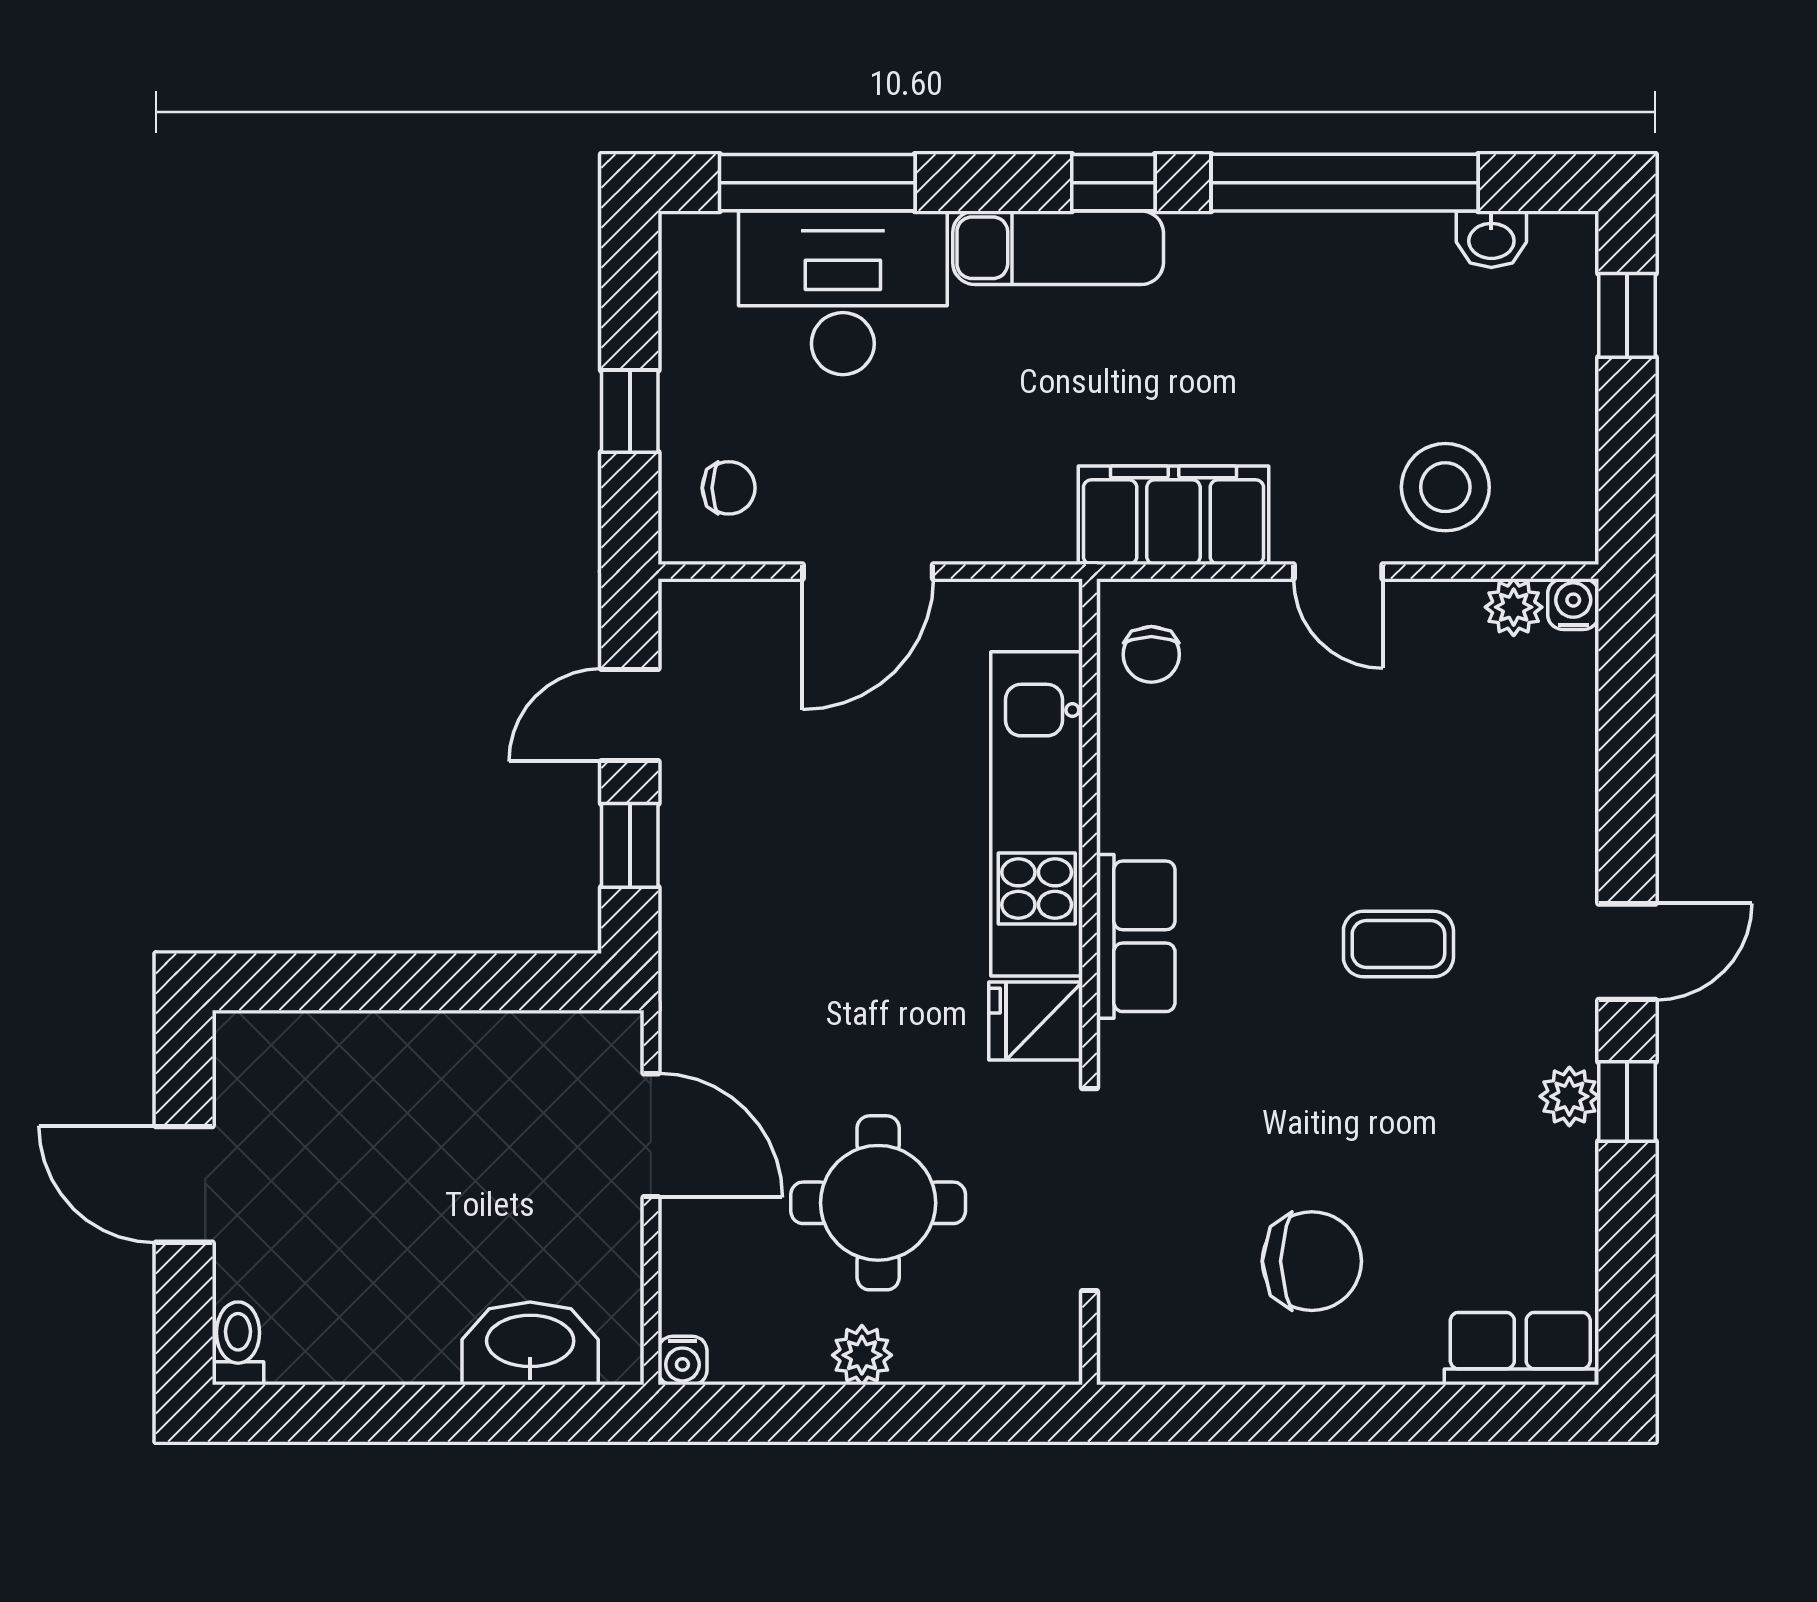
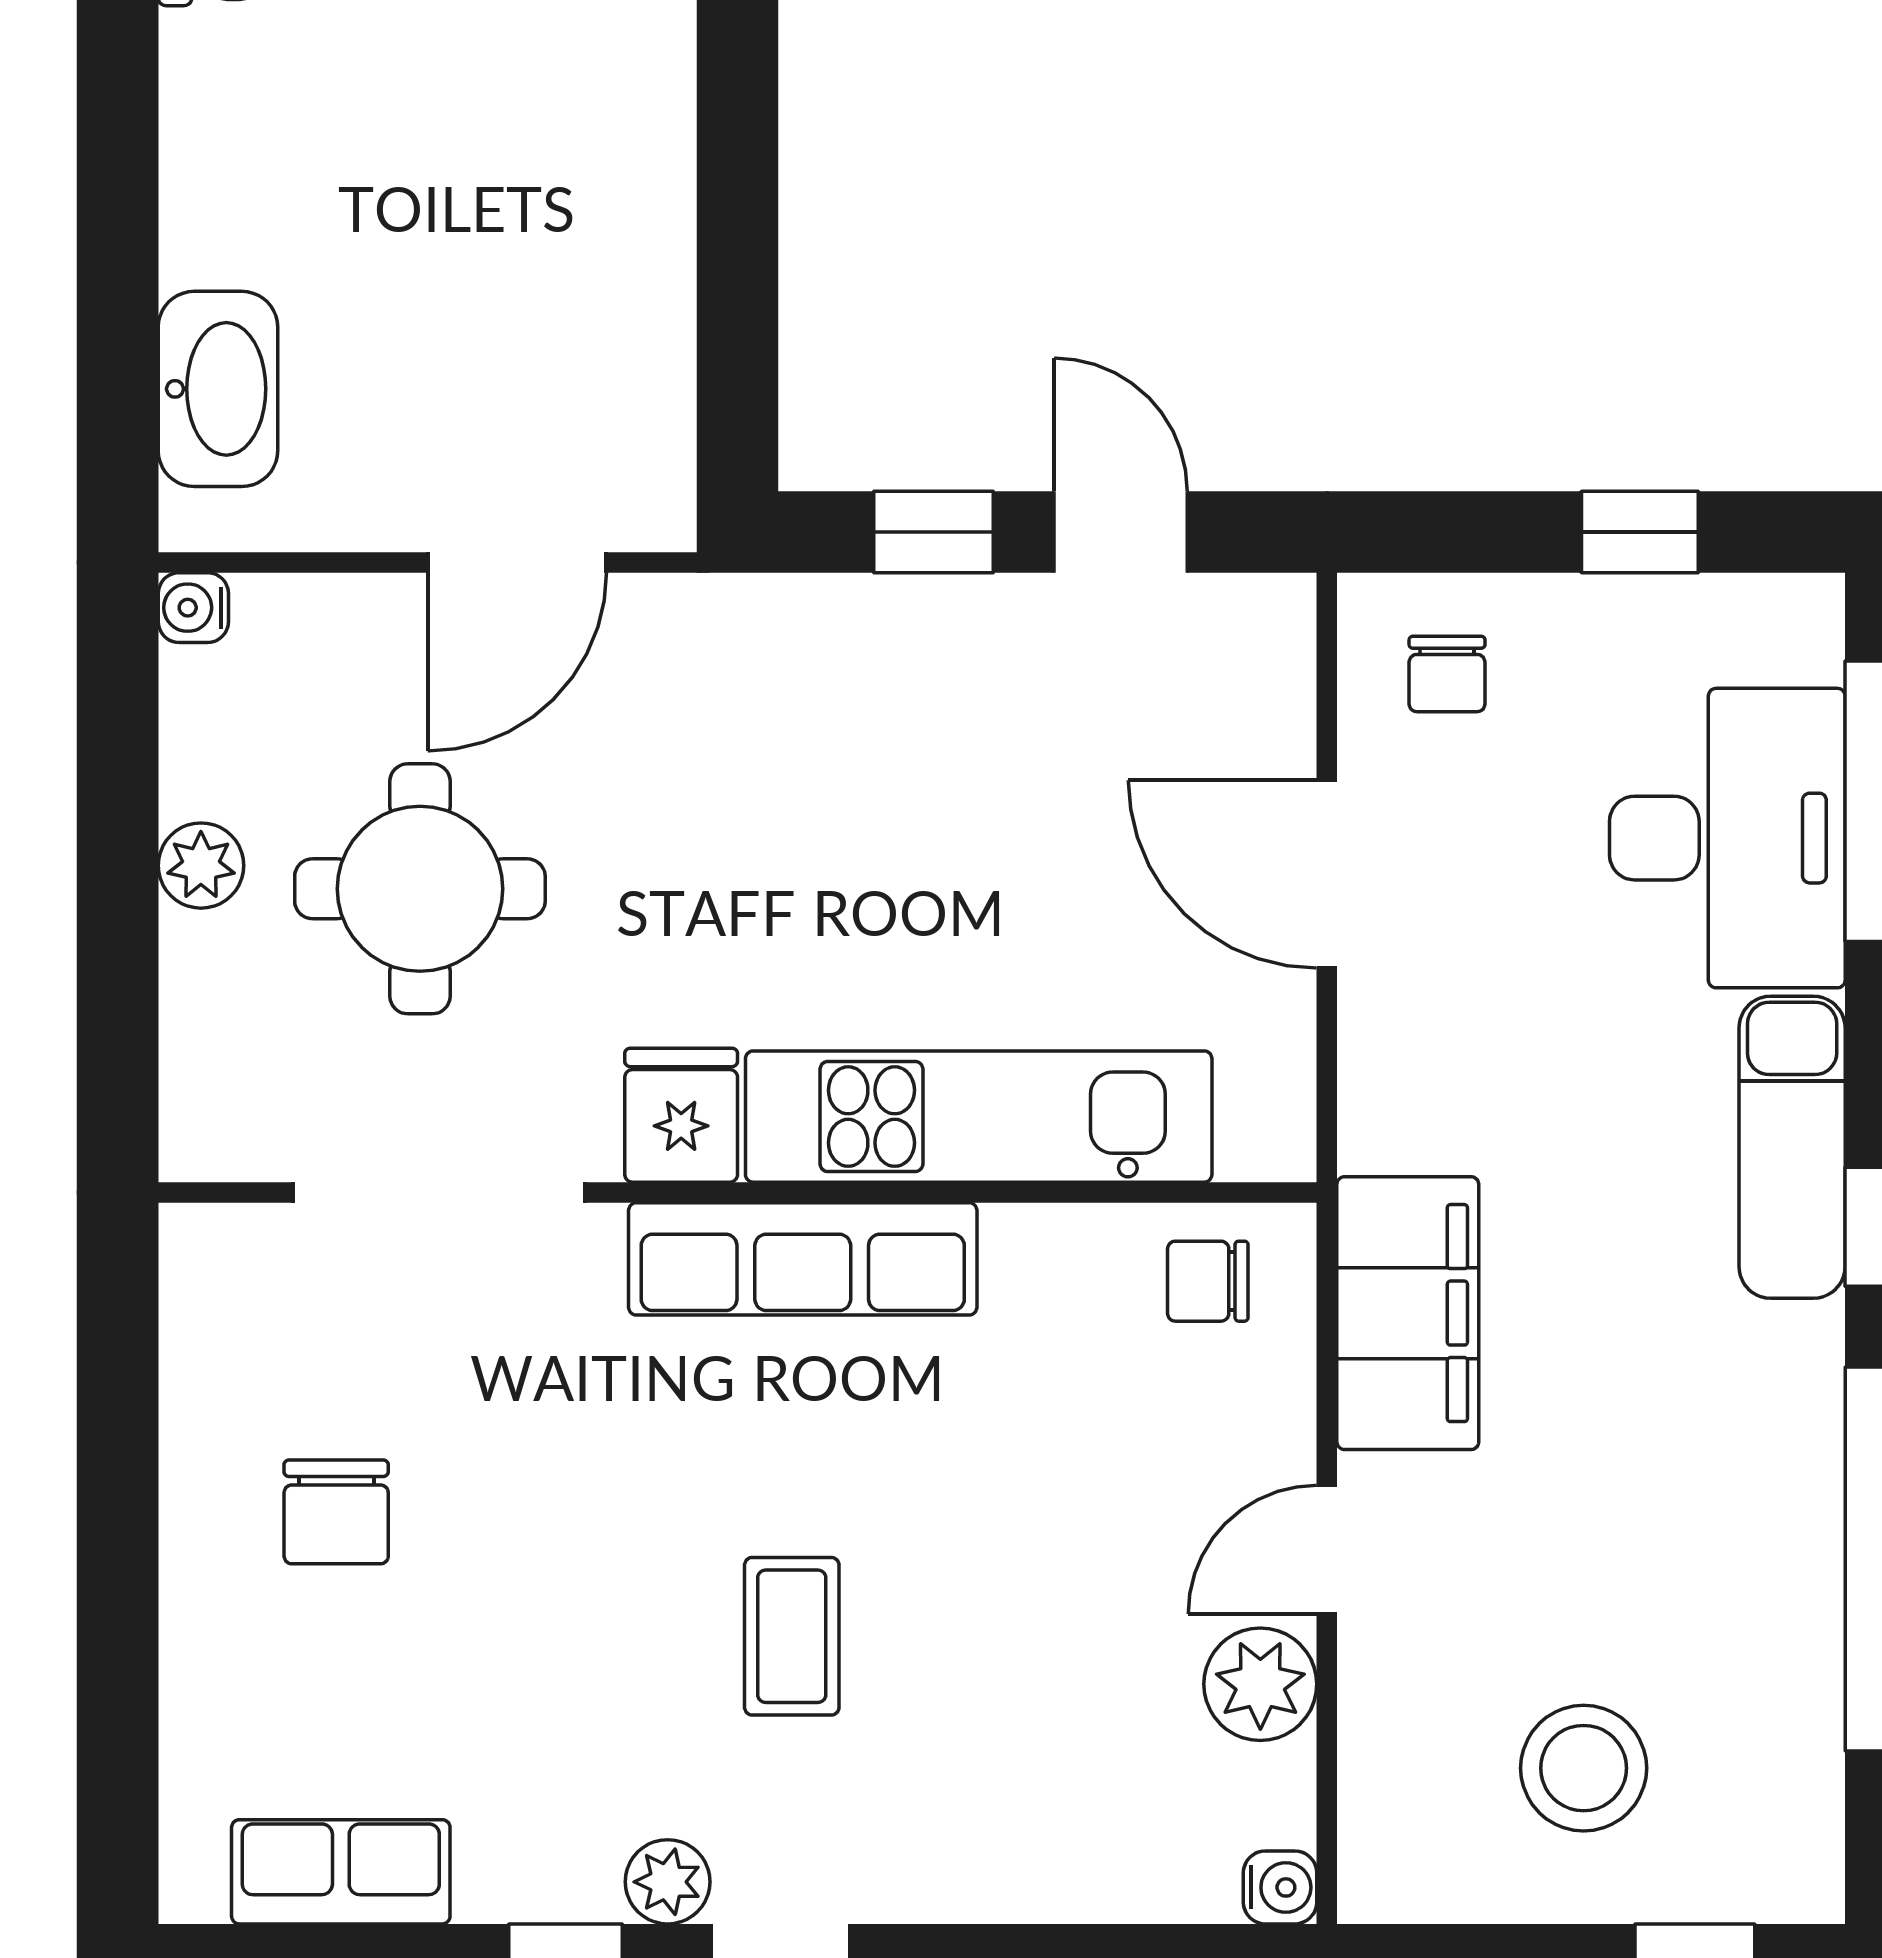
washbasin: (1491, 239) -> (1804, 1770), removed
window: (630, 411) -> (1640, 532), moved
stool: (1445, 487) -> (1584, 1768), moved
plant: (1514, 607) -> (1260, 1684), moved, width x1.38, depth x1.38
row of seats: (1136, 936) -> (803, 1259), width x1.48
plant: (1569, 1096) -> (668, 1882), moved
chair: (1312, 1261) -> (336, 1512), width x0.73, depth x0.73
row of seats: (1520, 1349) -> (341, 1872), moved, turned -90

